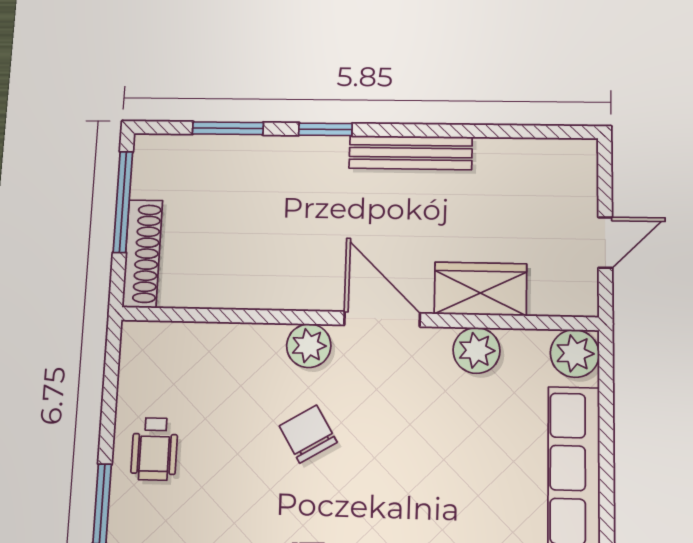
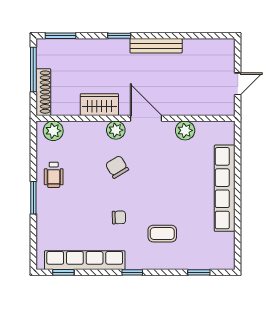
window: (228, 128) -> (61, 36), moved
wardrobe: (480, 289) -> (99, 105), moved
plant: (575, 353) -> (53, 131), moved

